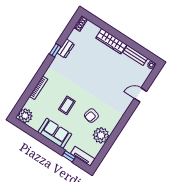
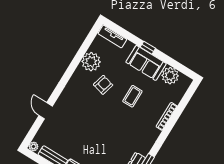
door: (140, 95) -> (46, 111), swing flipped
plant: (25, 116) -> (170, 76), moved
window: (69, 156) -> (148, 48), moved

